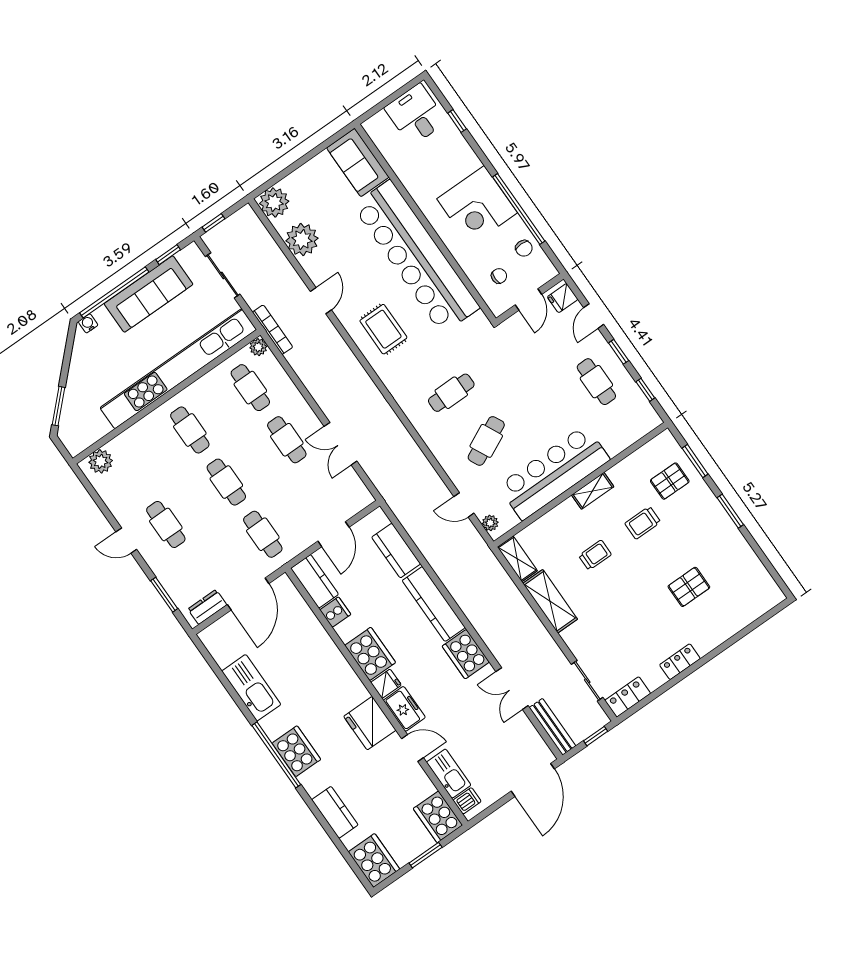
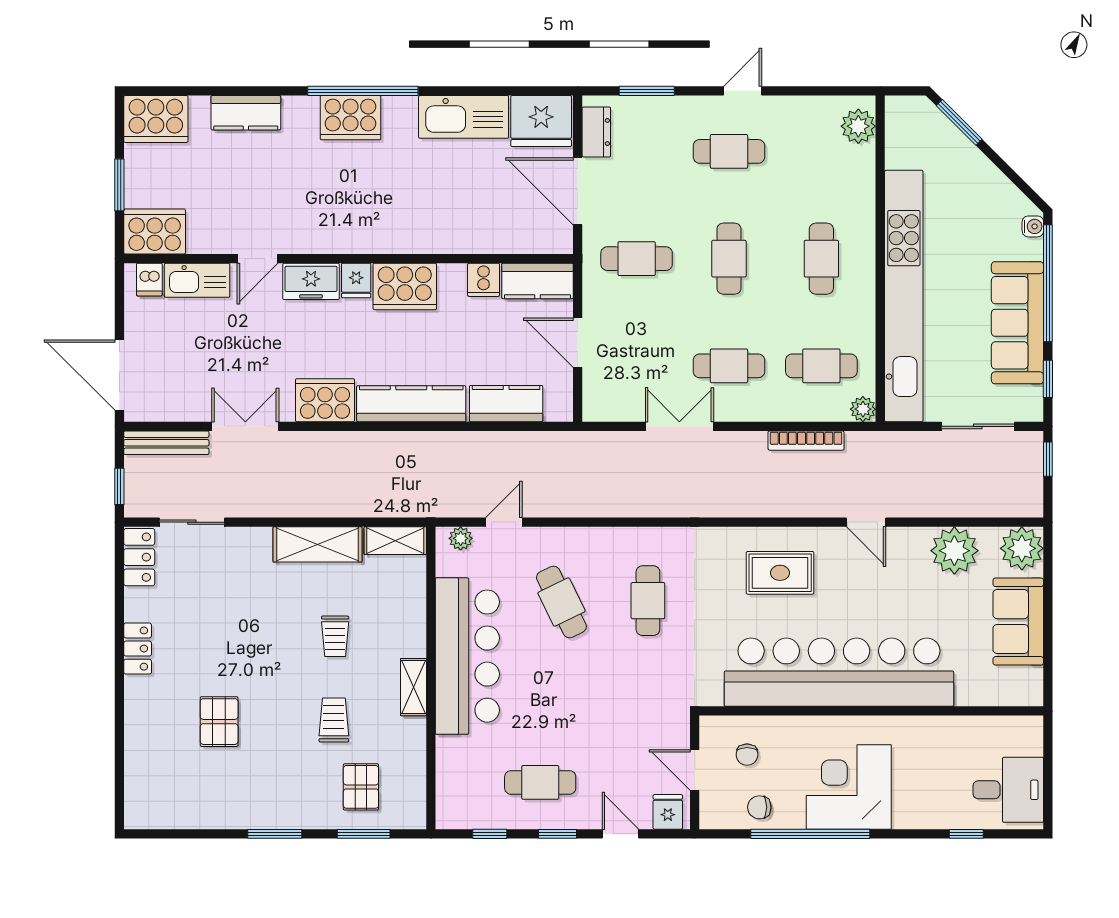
sofa: (358, 162) -> (1018, 622), moved, turned -90
bookcase: (273, 330) -> (806, 441), moved
cafe table: (190, 430) -> (821, 259), turned 90
cafe table: (226, 482) -> (729, 259), turned 90
fridge: (370, 723) -> (541, 121), moved, turned 180

